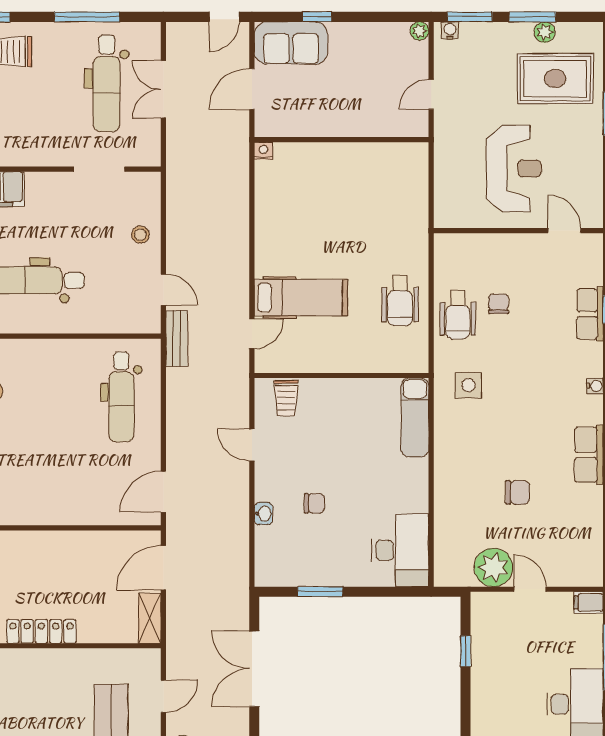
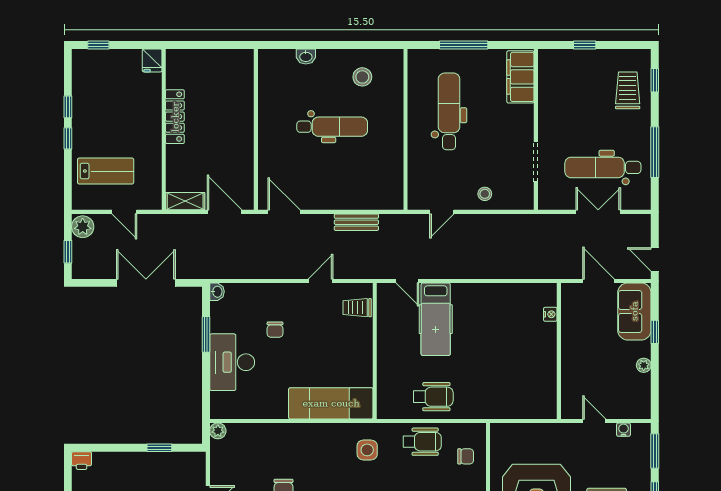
water cooler: (450, 30) -> (623, 430), moved, turned -90
plant: (419, 31) -> (644, 365), moved
nightstand: (263, 151) -> (550, 314), moved
wheelchair: (400, 301) -> (433, 397), turned 180
chair: (499, 304) -> (466, 456), moved
wheelchair: (458, 315) -> (422, 442), turned 180
bench: (177, 338) -> (356, 222), moved
dental chair: (121, 397) -> (332, 127), moved, turned 180
exam couch: (415, 417) -> (331, 403), width x1.36, depth x1.45
washbasin: (263, 514) -> (217, 292), moved, turned -90
desk: (400, 550) -> (232, 362), moved, turned 90
plant: (493, 567) -> (218, 431), moved, width x0.53, depth x0.53

